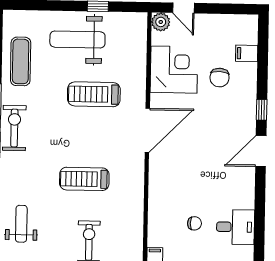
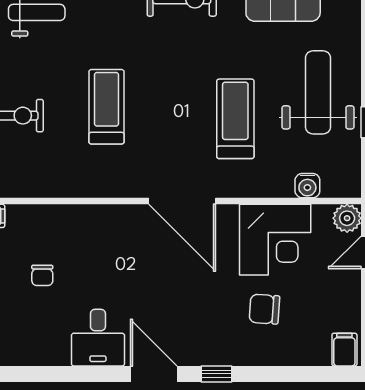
water cooler: (139, 48) -> (307, 186), added
filing cabinet: (247, 53) -> (344, 350), moved
desk: (235, 227) -> (98, 338), moved

